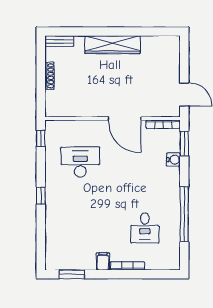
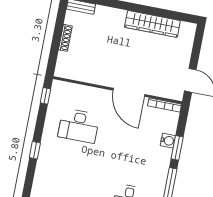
wardrobe: (113, 45) -> (152, 24), moved
window: (184, 144) -> (177, 148), moved
desk: (80, 162) -> (79, 126), turned 180

